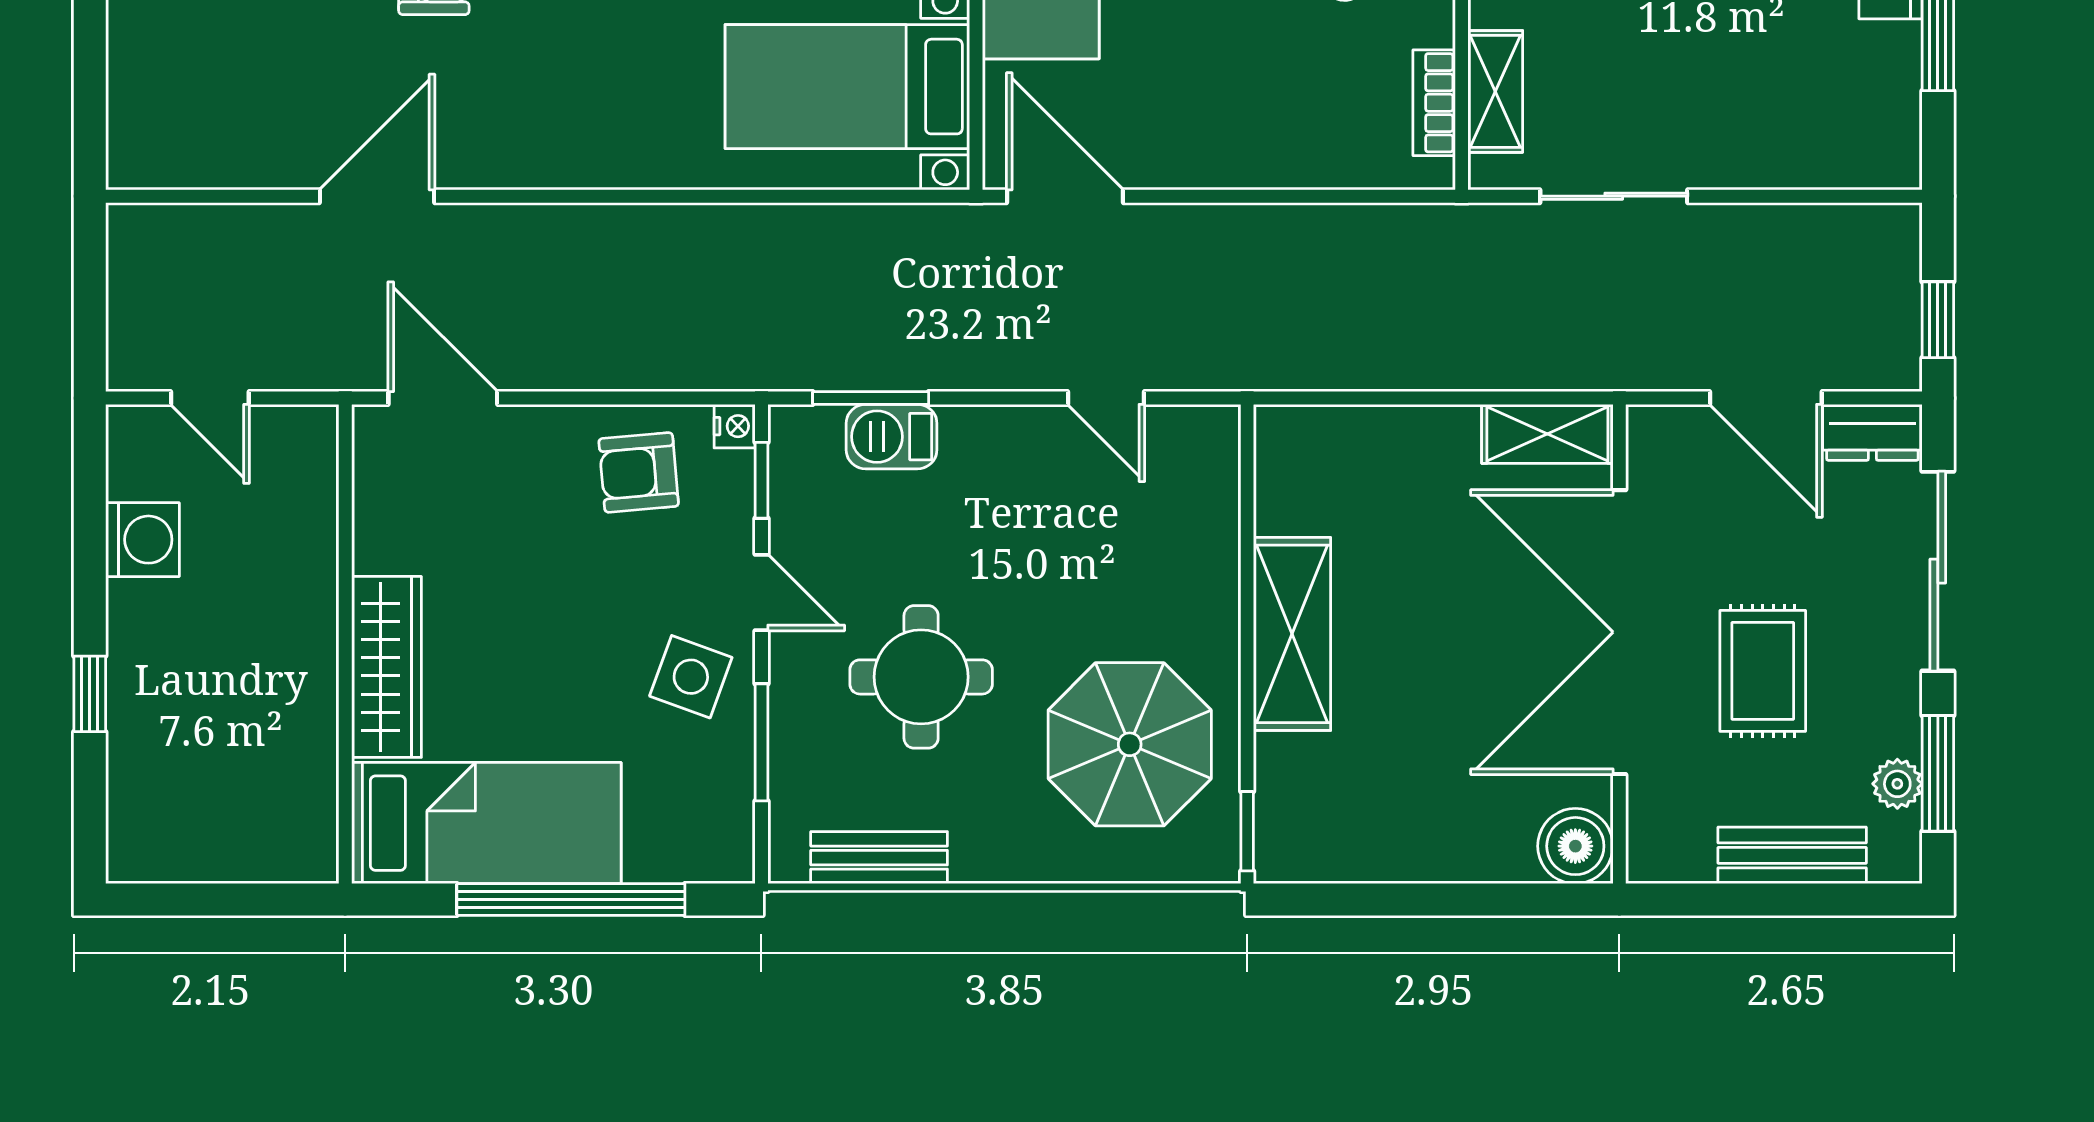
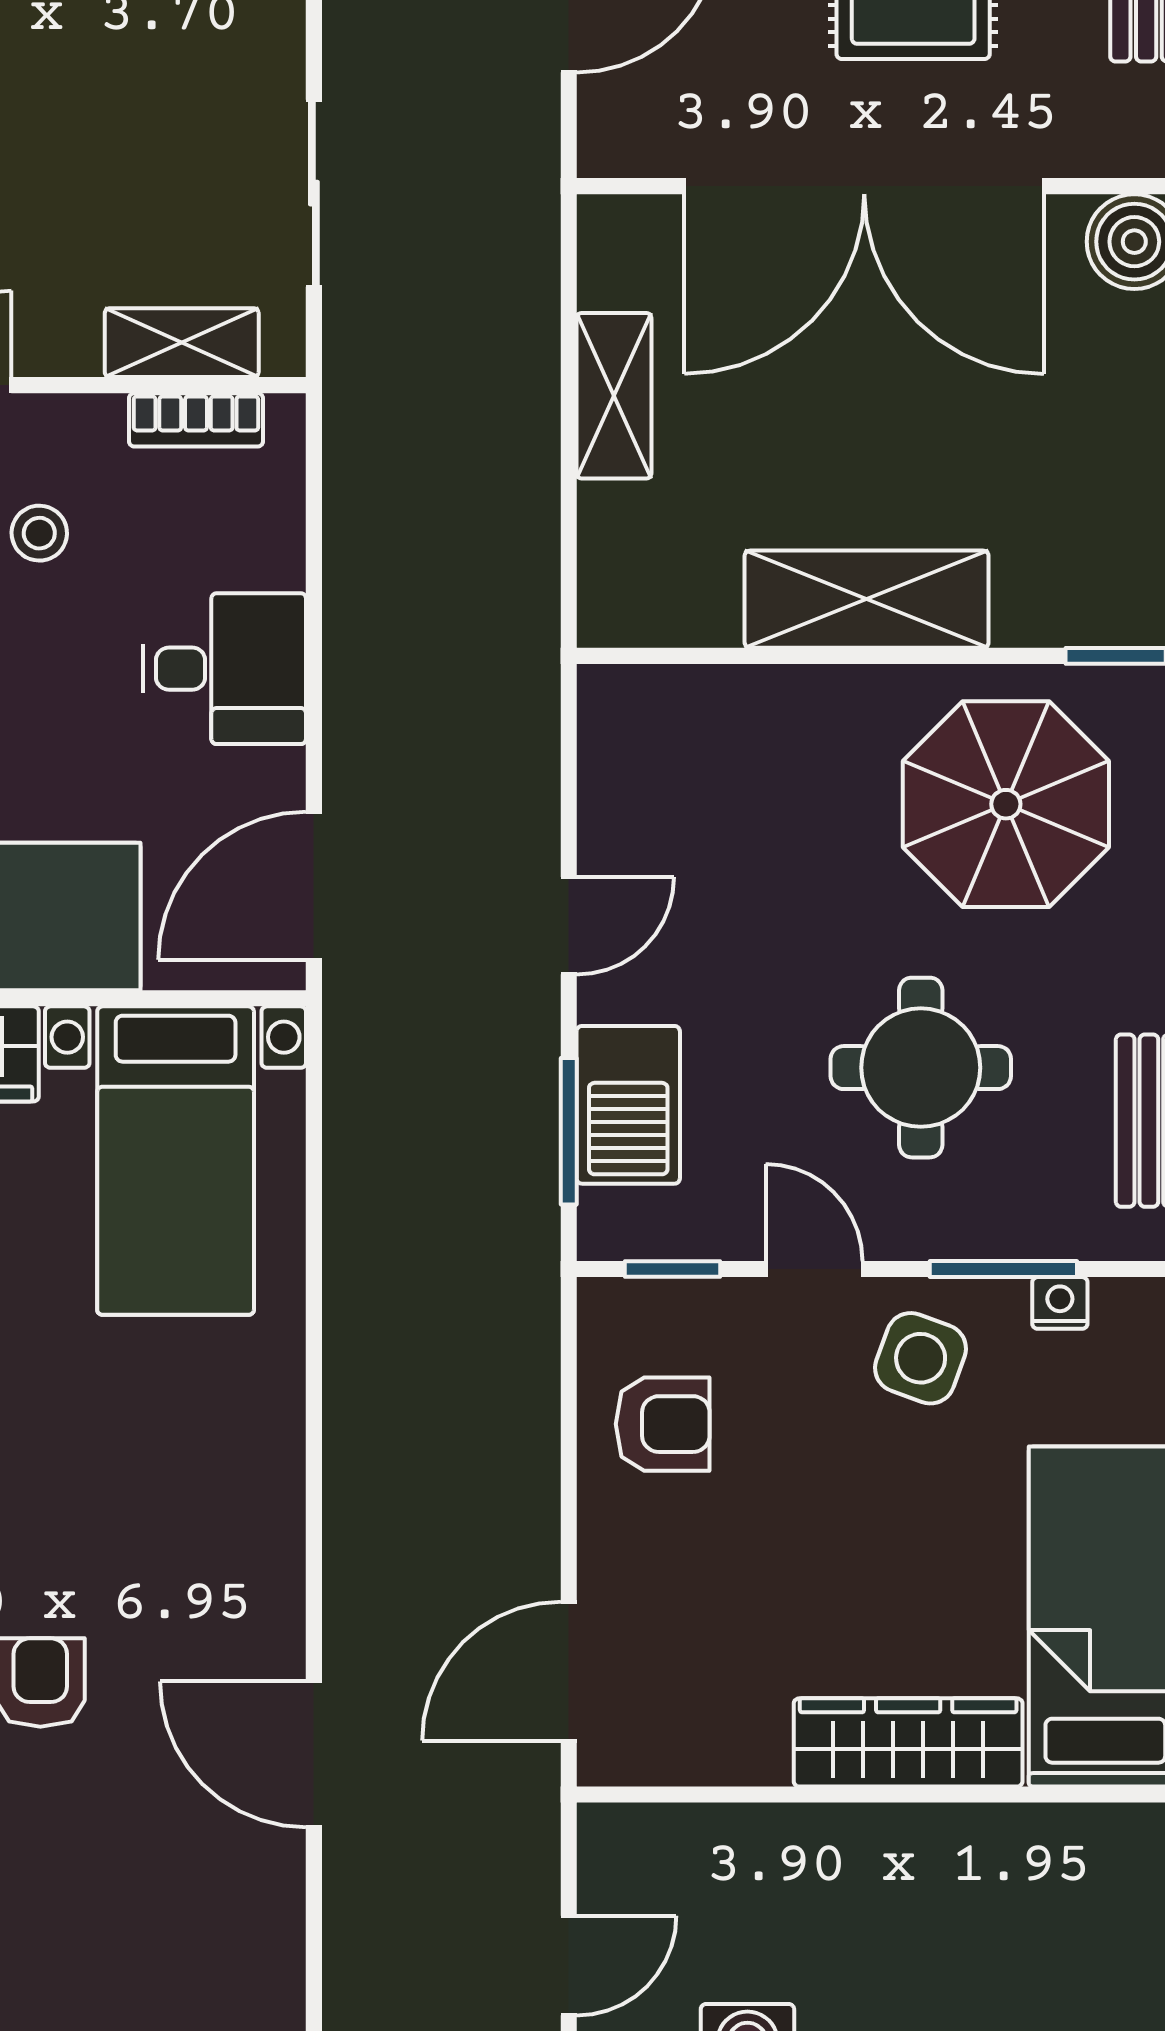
desk: (1237, 125) -> (225, 669), added
door: (1106, 398) -> (569, 926), moved
nightstand: (735, 426) -> (1060, 1303), moved
shelving: (1547, 434) -> (614, 396), moved
barbecue: (892, 437) -> (628, 1105), width x1.38, depth x1.27
armchair: (639, 472) -> (663, 1424), turned -85
door: (761, 592) -> (814, 1269), hinge flipped

